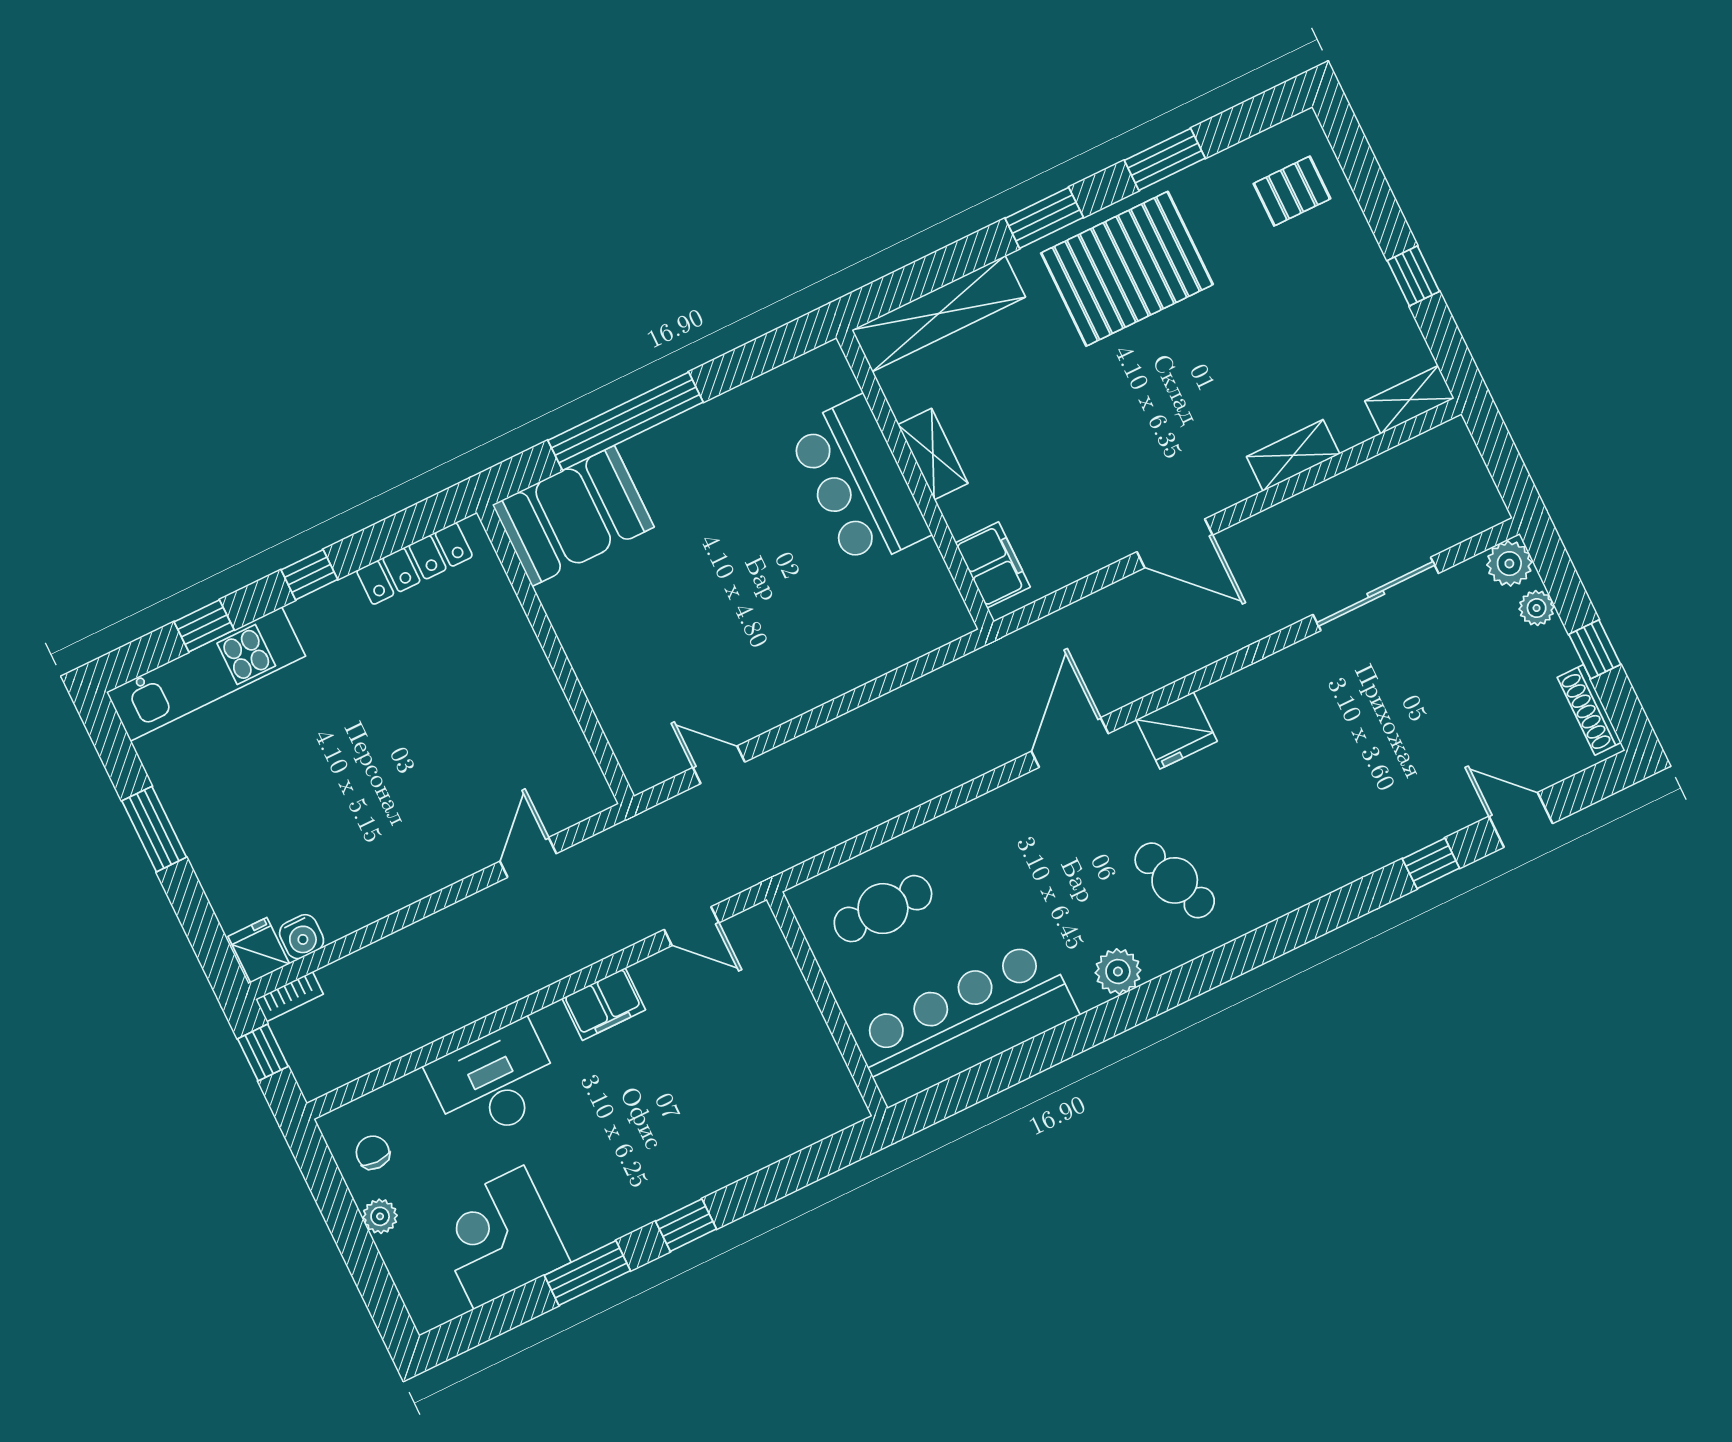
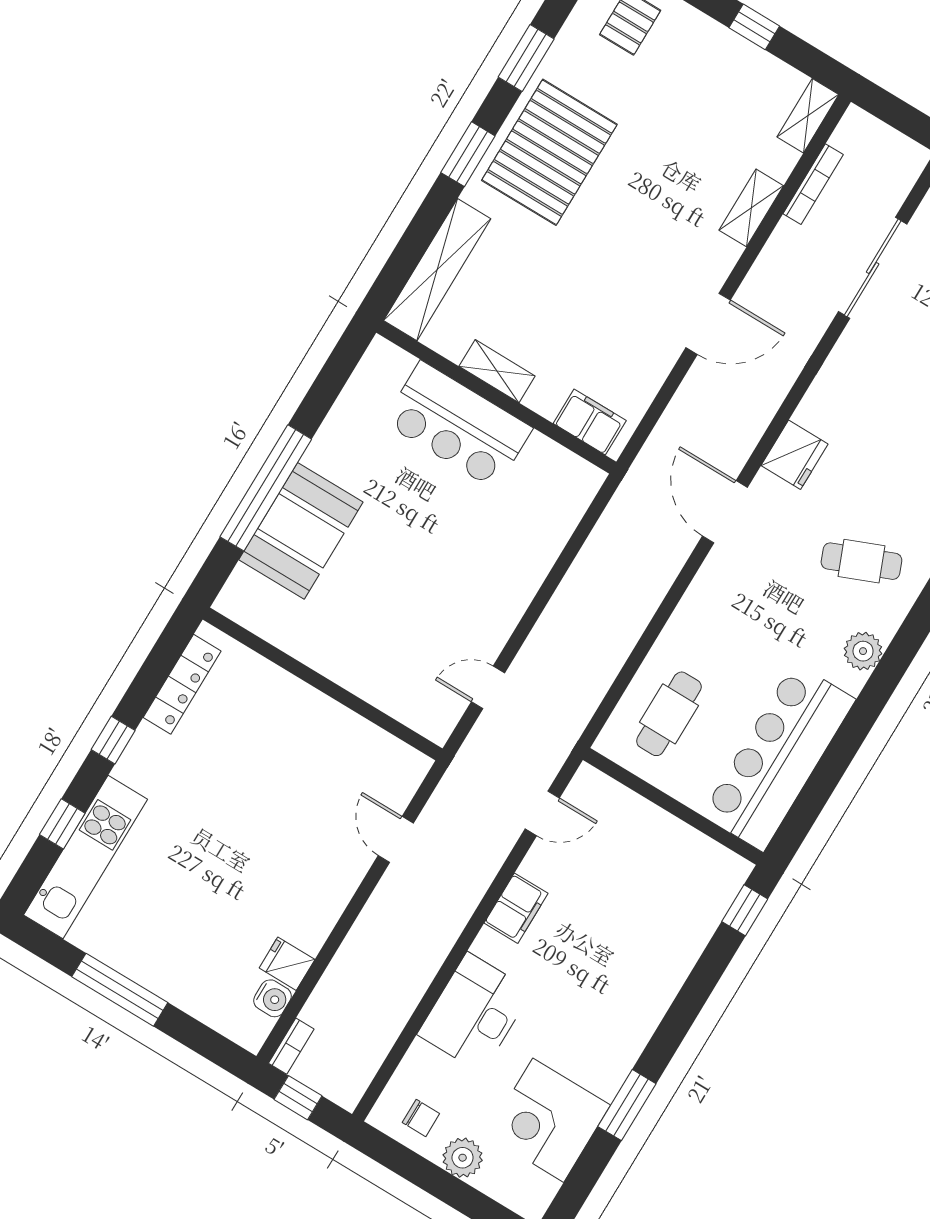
bookcase: (1371, 472) -> (813, 184), added
booth: (573, 516) -> (301, 531), moved
window: (154, 829) -> (120, 990), width x1.44
fridge: (259, 950) -> (287, 964), moved
chair: (373, 1153) -> (421, 1118), turned 180
plant: (380, 1216) -> (463, 1158), width x1.38, depth x1.38
window: (686, 1225) -> (745, 910), moved

